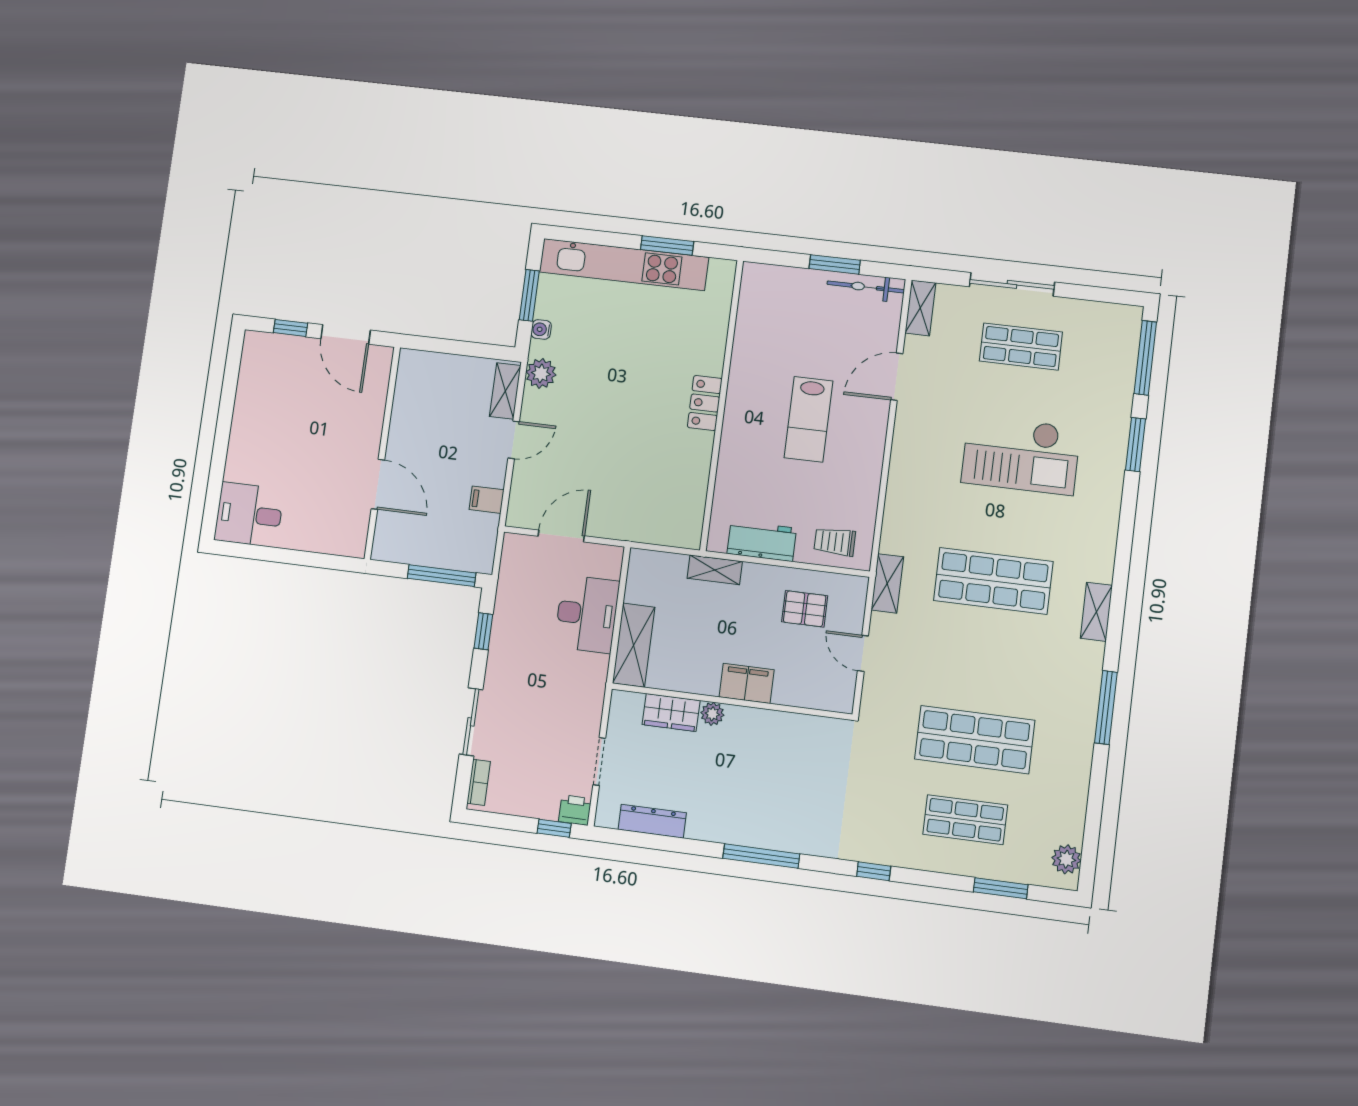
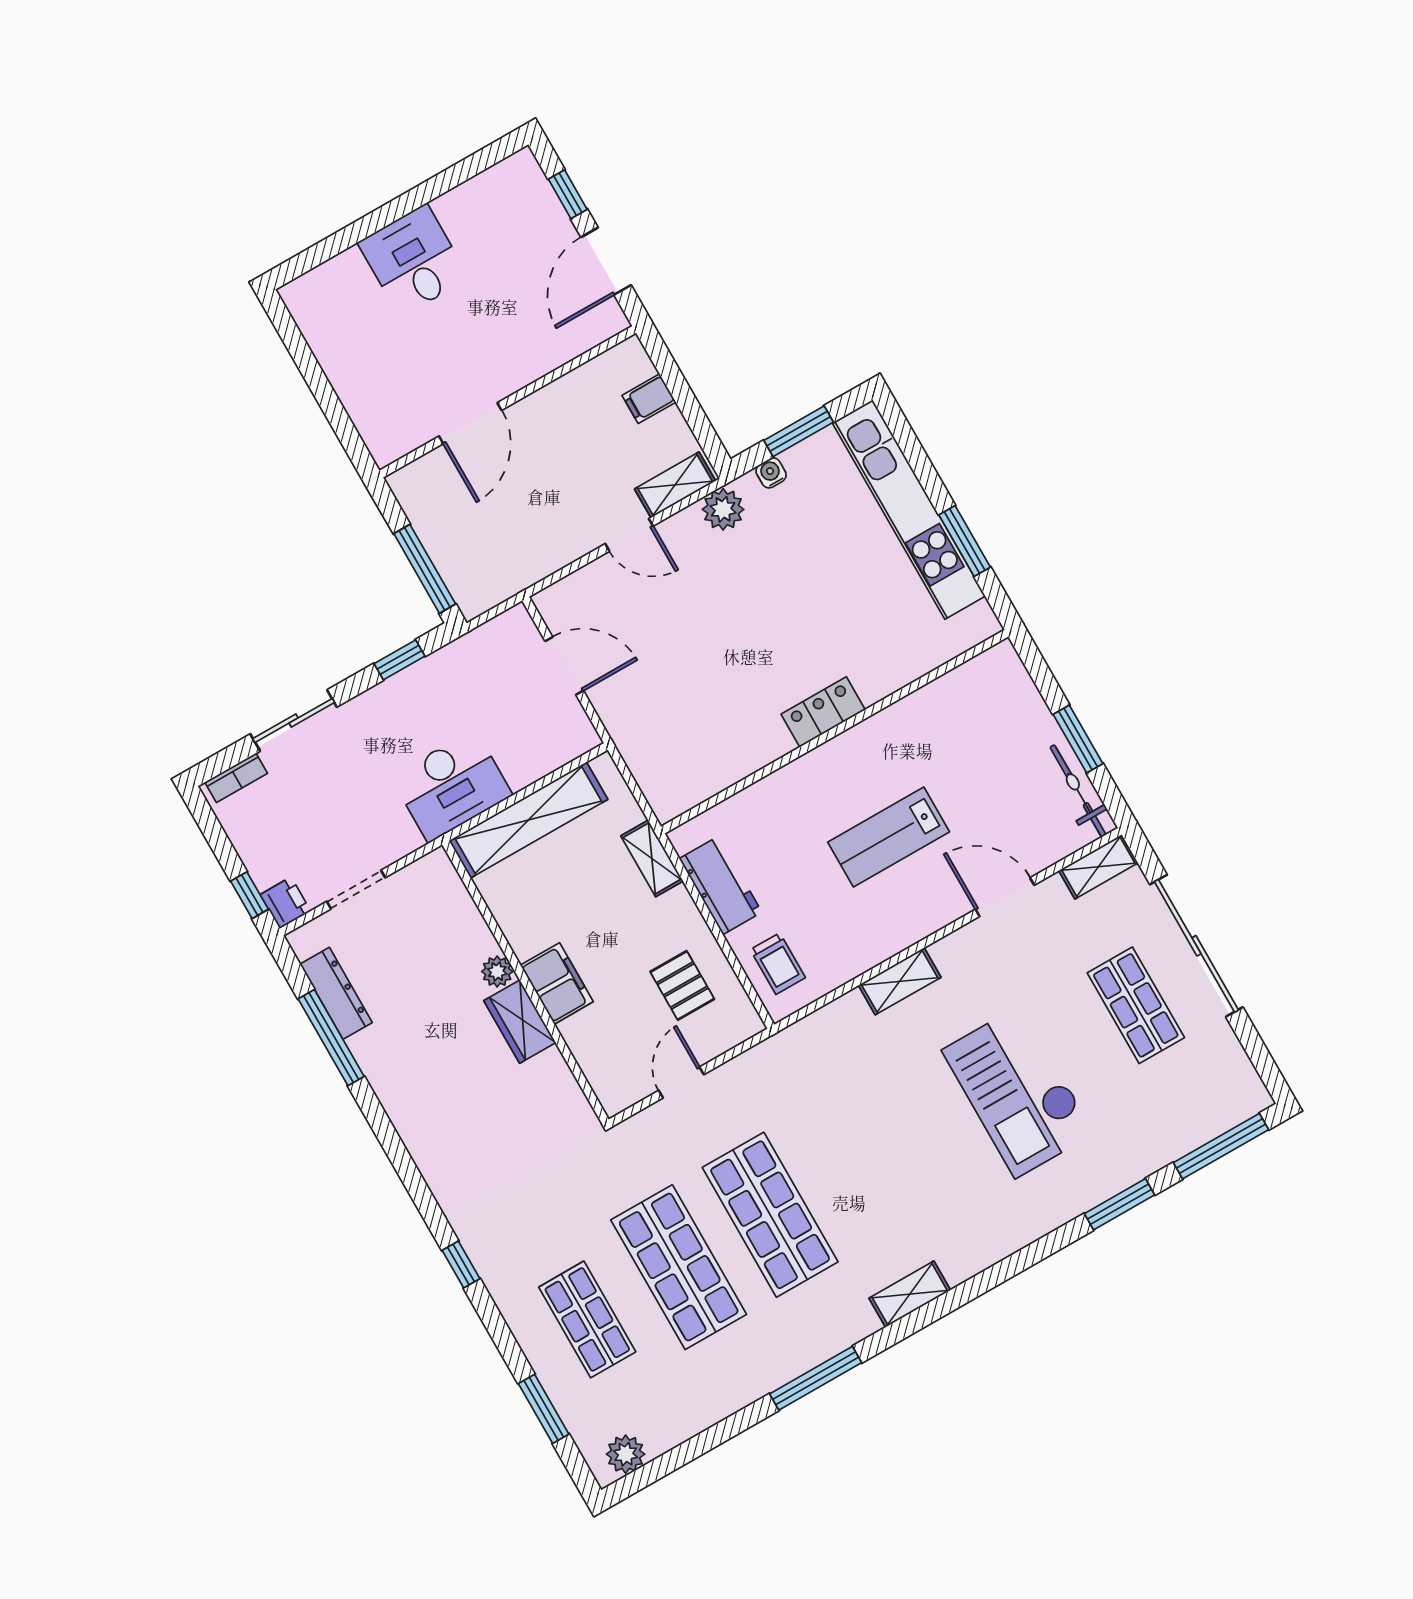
sliding door: (1012, 284) -> (1196, 946), width x1.36
filing cabinet: (487, 500) -> (649, 399), moved, turned -90
desk: (249, 515) -> (413, 260), moved
trolley: (835, 542) -> (778, 964), turned 180
shop shelf: (993, 581) -> (770, 1215), moved
shelving: (887, 583) -> (900, 981), moved
desk: (587, 614) -> (452, 786), moved
shelving: (634, 645) -> (528, 820), width x1.47
wardrobe: (671, 713) -> (520, 1022), moved
window: (761, 856) -> (331, 1038), moved

